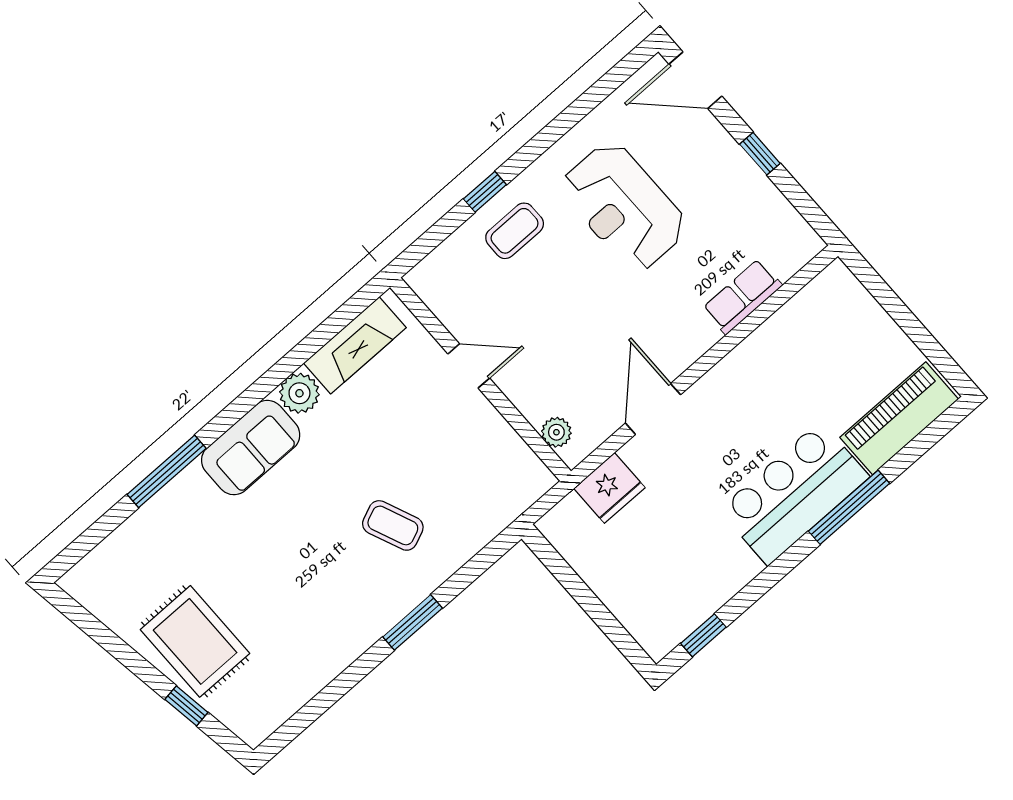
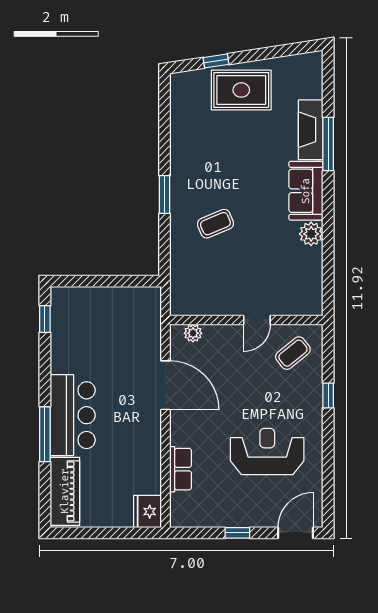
coffee table: (515, 231) -> (293, 353), moved, turned 51
fireplace: (355, 345) -> (311, 130), moved
door: (653, 409) -> (166, 385), width x1.36
fridge: (609, 488) -> (147, 512), moved

